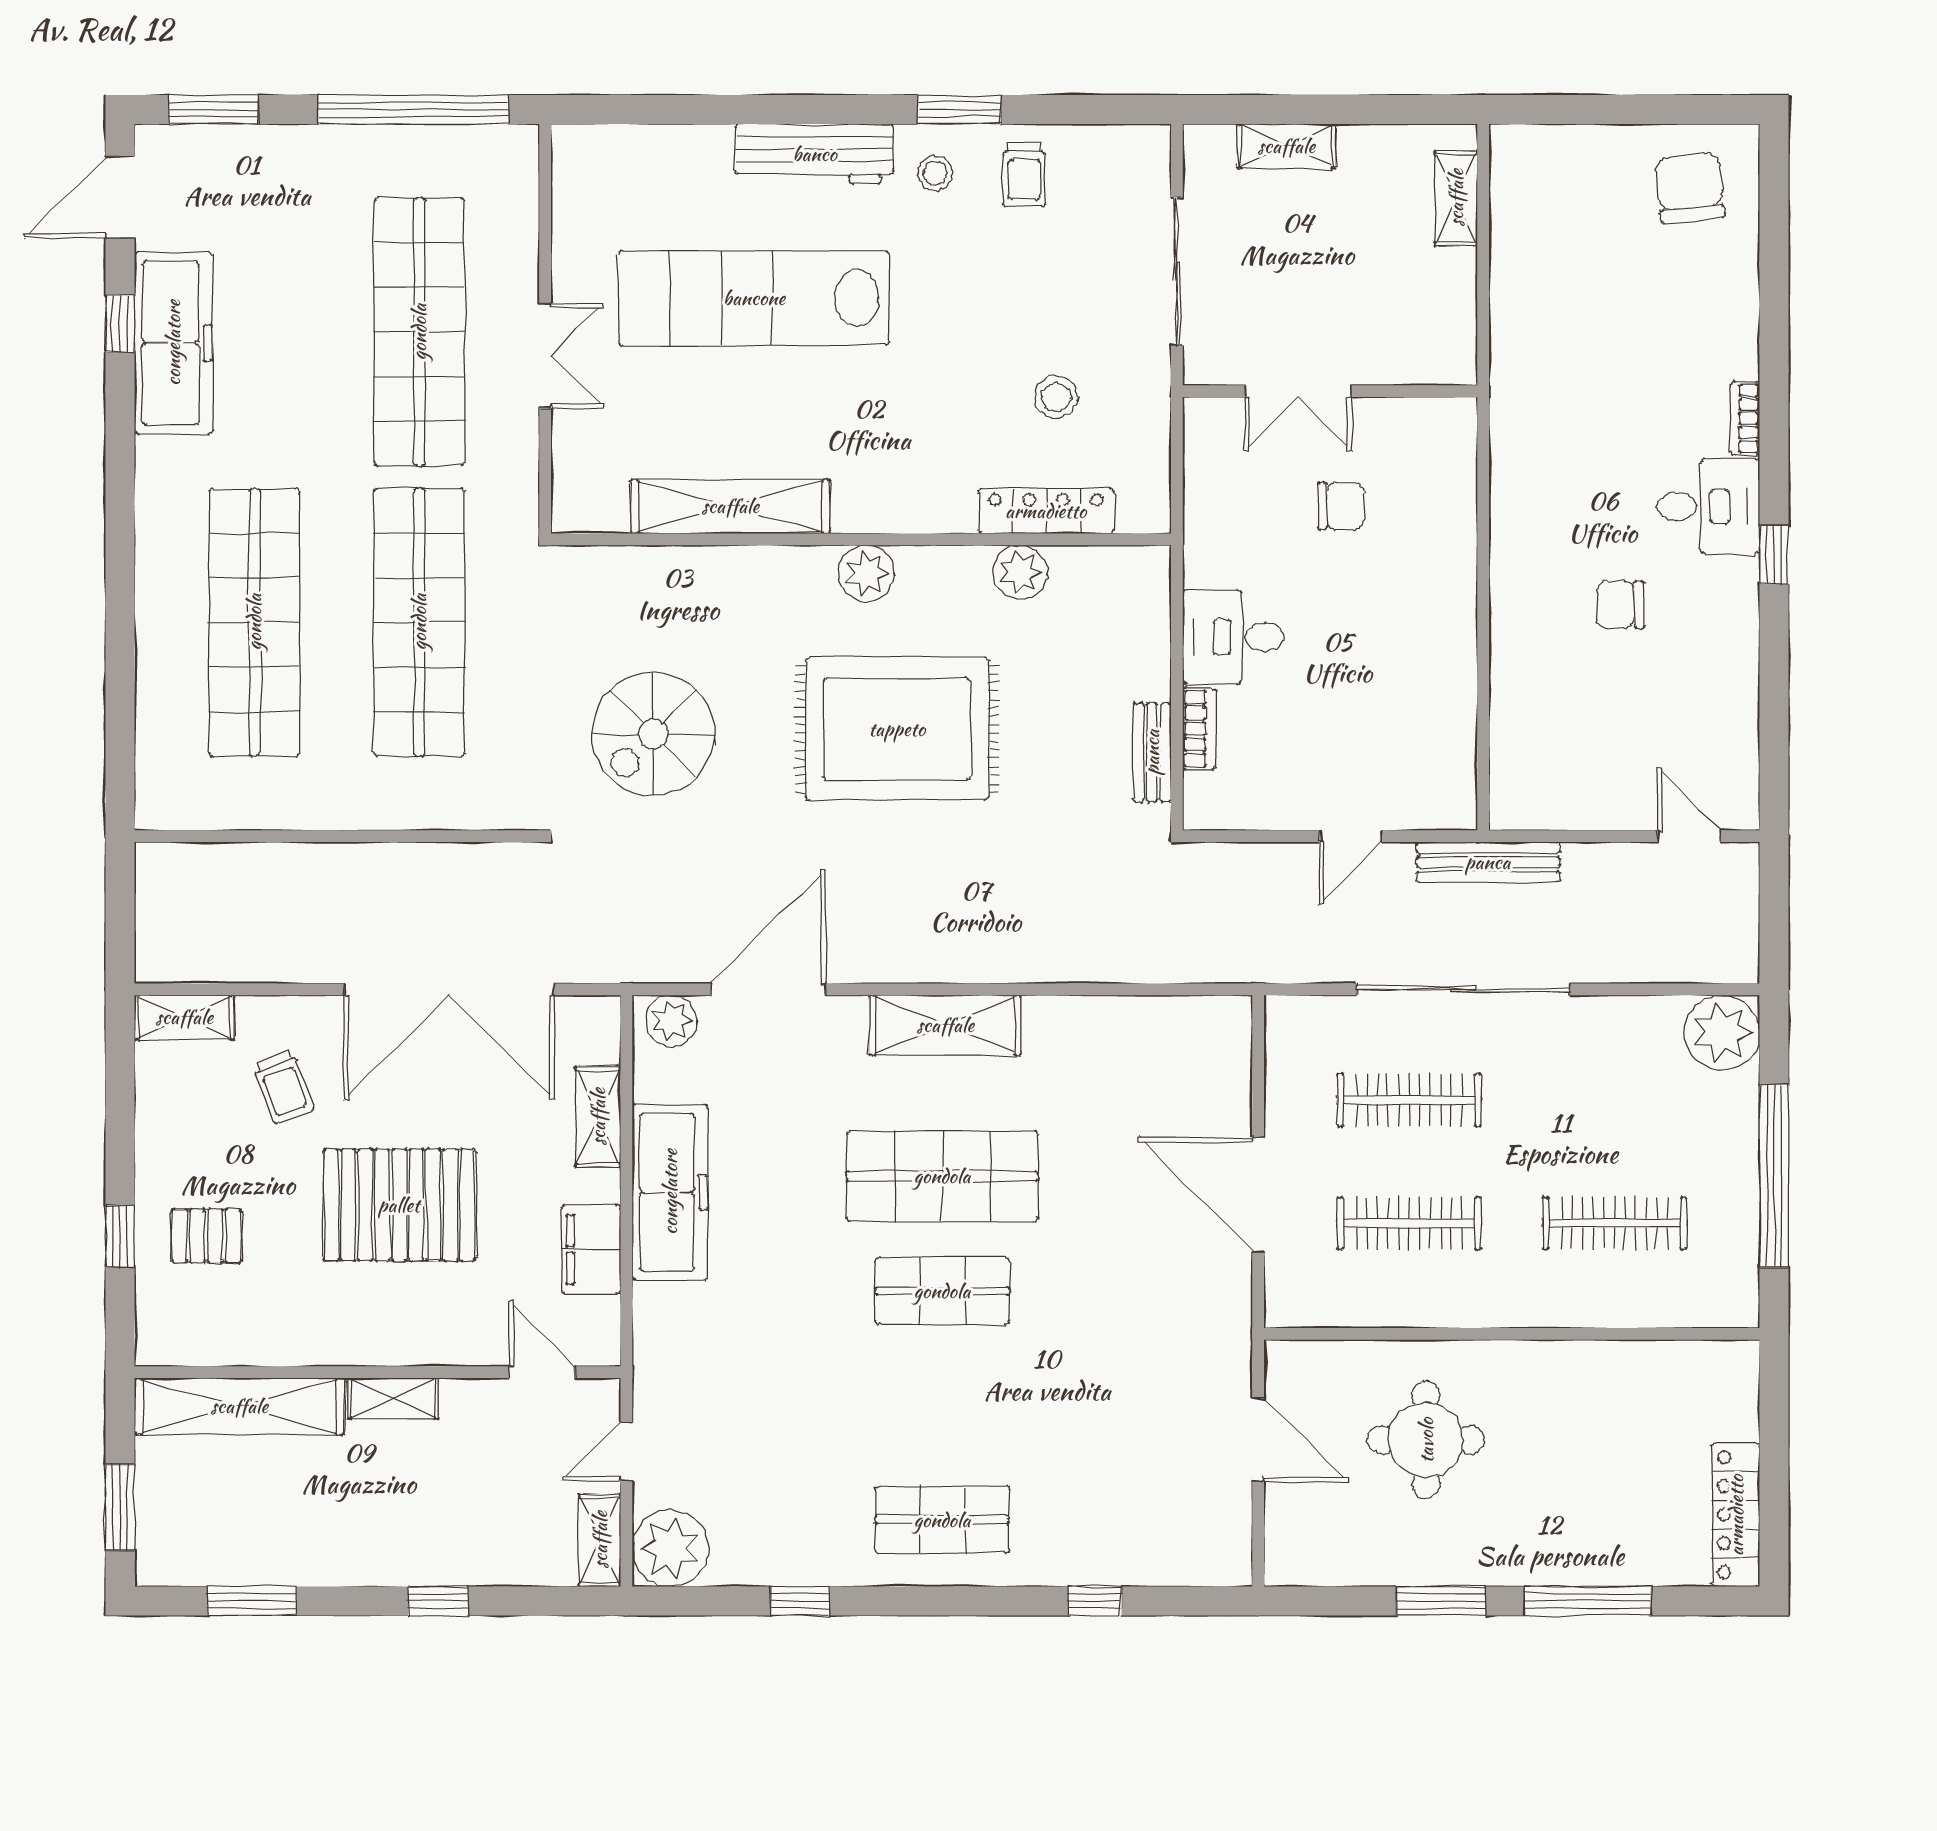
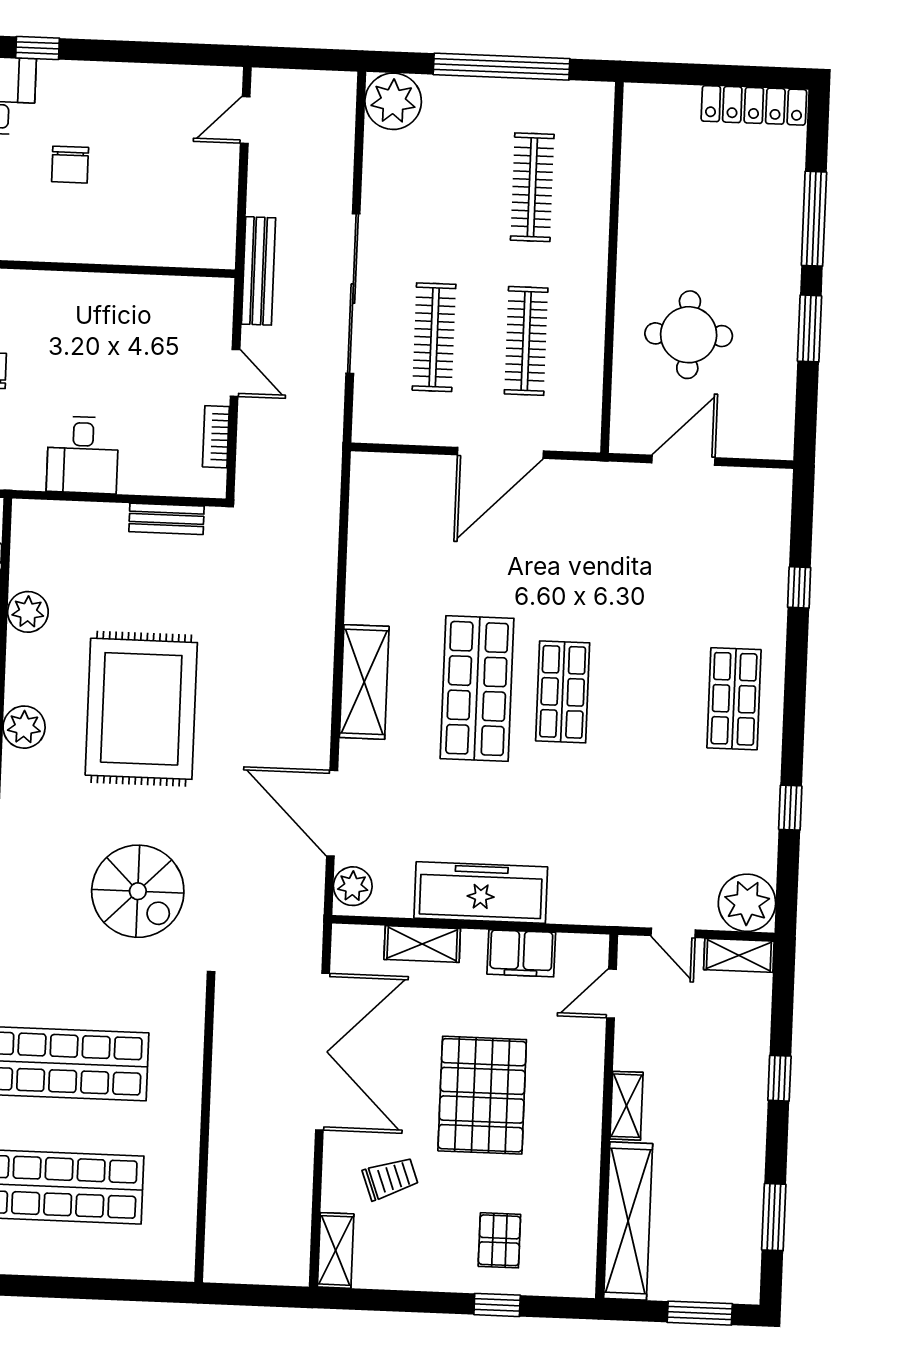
bookcase: (1199, 729) -> (216, 437), moved, turned -90

